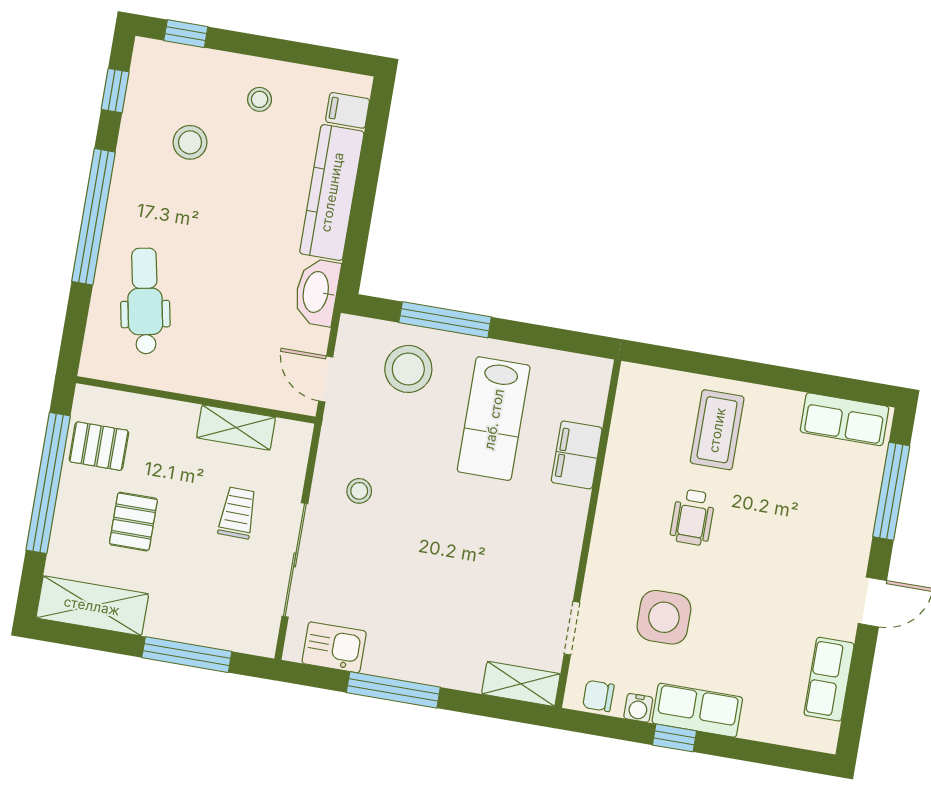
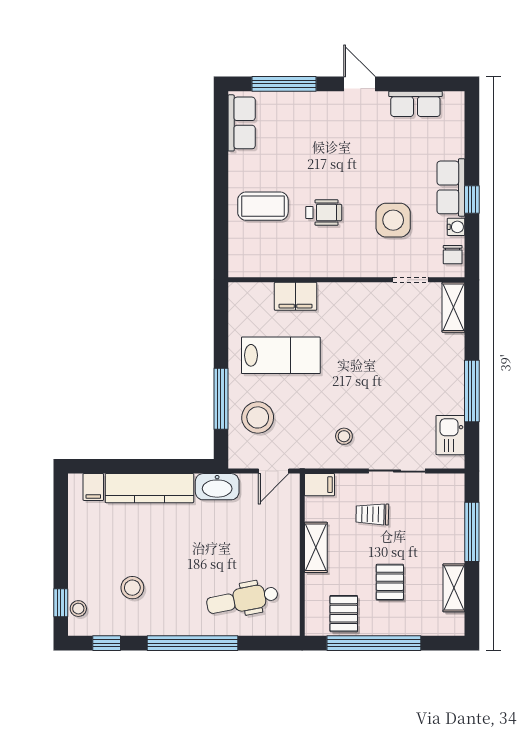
stool: (260, 99) -> (78, 609), moved
shelving: (236, 427) -> (316, 547), moved
filing cabinet: (294, 443) -> (320, 485), added
pallet: (133, 522) -> (390, 582), turned 90
sliding door: (295, 560) -> (397, 471), width x0.73
shelving: (92, 606) -> (454, 588), width x0.67, depth x0.75

